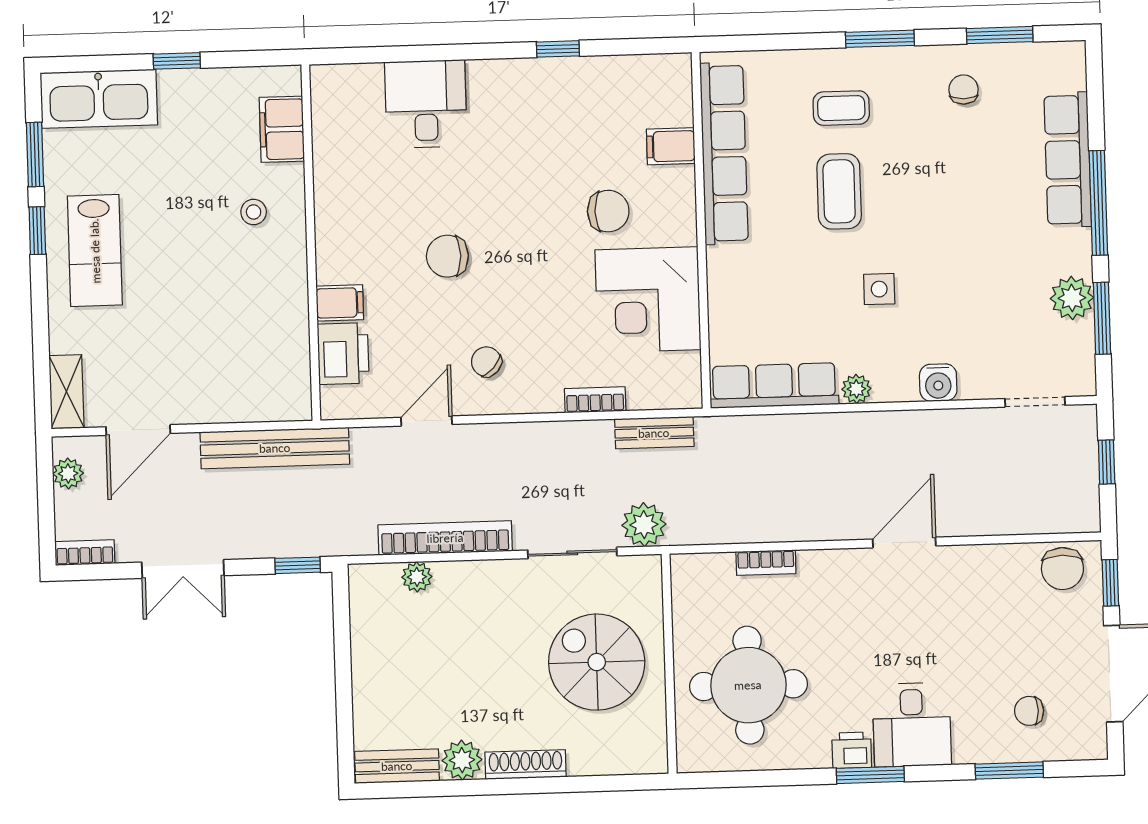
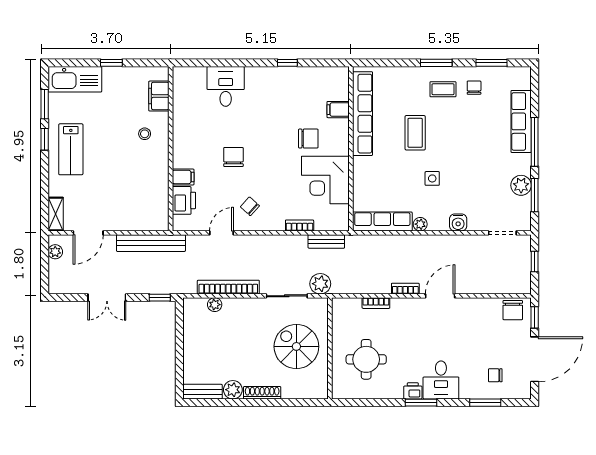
coffee table: (841, 108) -> (443, 89), moved
chair: (447, 256) -> (233, 157), turned 90
bookcase: (85, 553) -> (405, 289), moved
round table: (748, 685) -> (366, 359), width x0.73, depth x0.73

